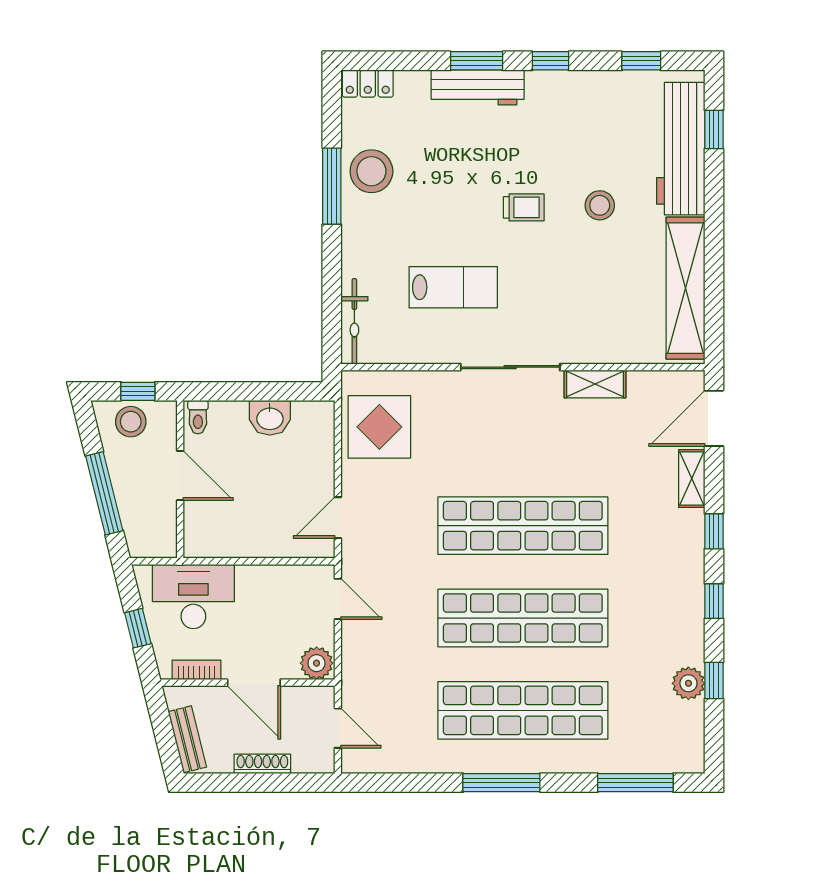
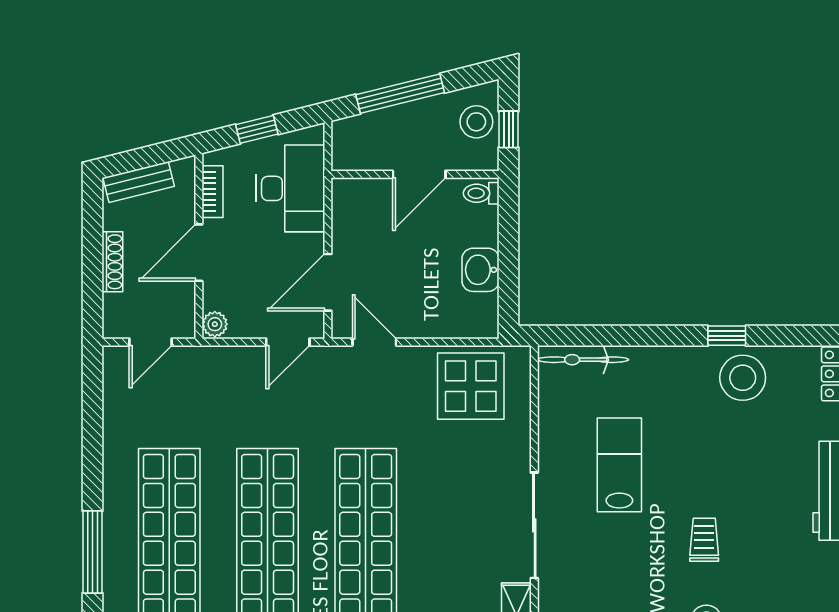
window: (332, 186) -> (727, 336), width x0.46
trolley: (524, 207) -> (704, 540), turned 180
lab bench: (453, 287) -> (619, 465), turned 180
door: (282, 561) -> (328, 282), added
plant: (317, 663) -> (215, 324), width x0.73, depth x0.73
window: (501, 783) -> (92, 552), moved

